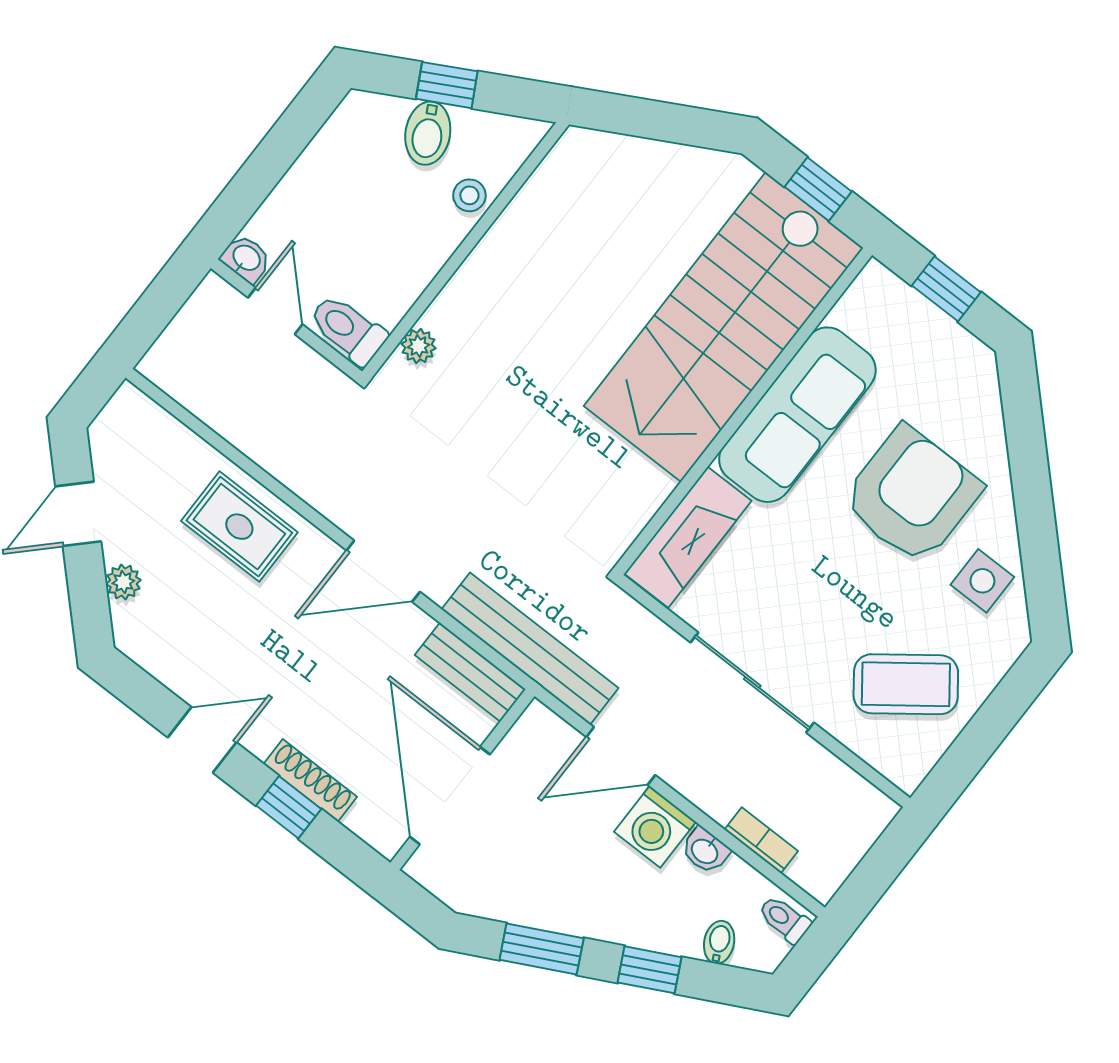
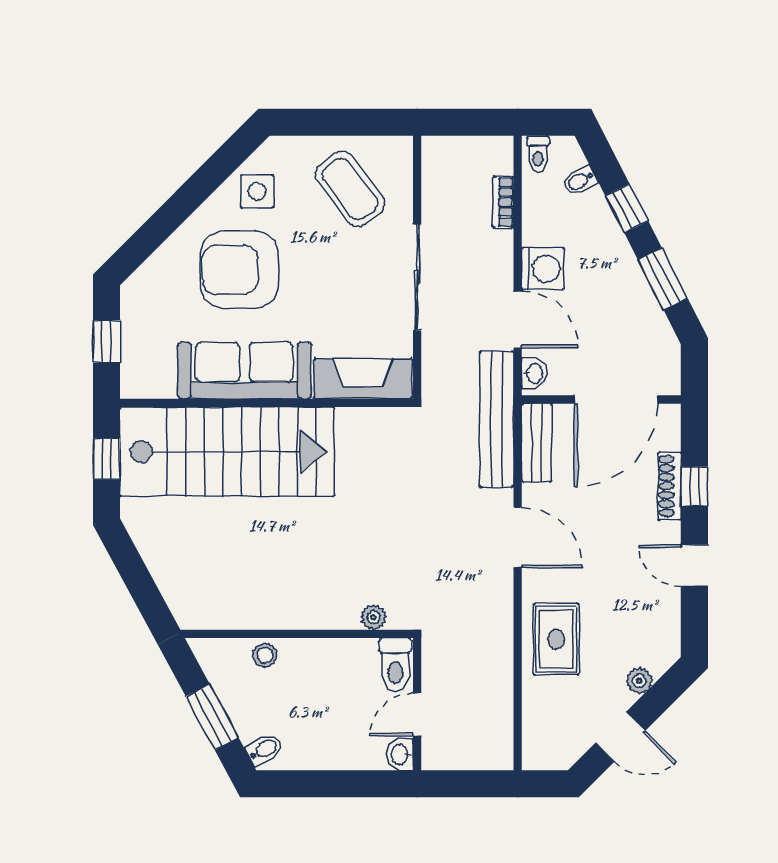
window: (447, 85) -> (212, 717), width x1.50
bidet: (428, 133) -> (264, 750), moved, width x0.72, depth x0.74
washbasin: (705, 851) -> (534, 373), moved

